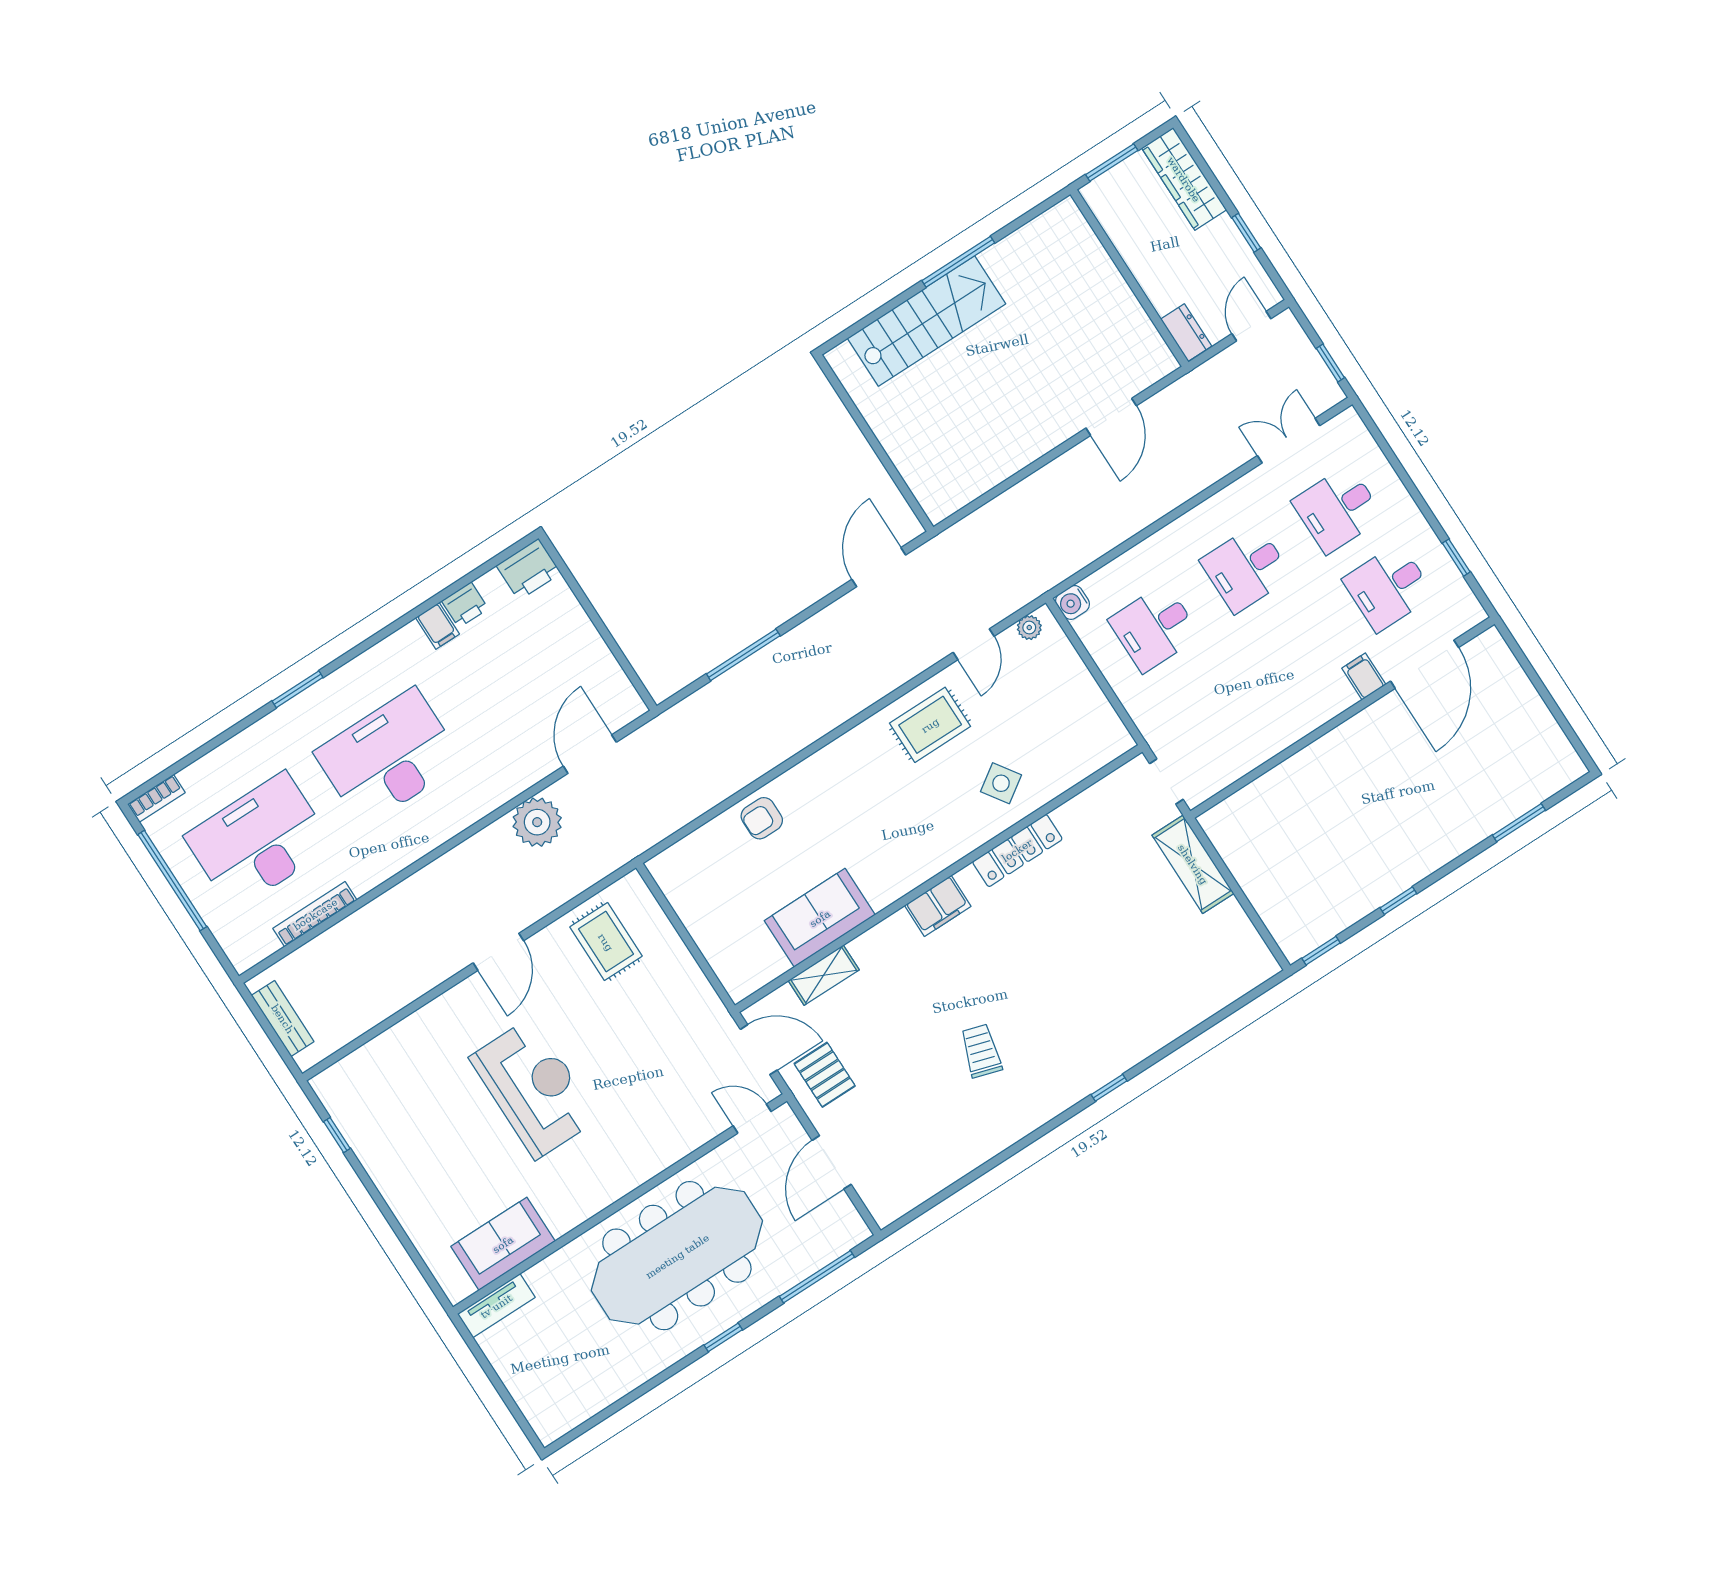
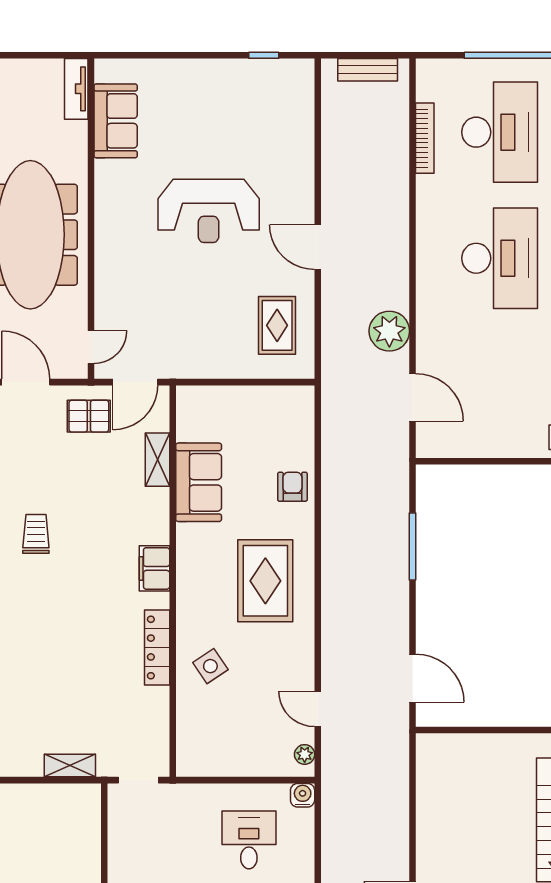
rug: (930, 725) -> (265, 581), moved, width x1.36, depth x1.43
shelving: (1193, 864) -> (70, 766), width x0.67, depth x0.75
rug: (606, 942) -> (277, 325), turned 90
trolley: (981, 1051) -> (36, 534), turned -107

